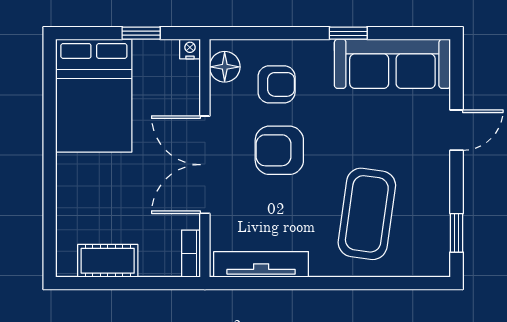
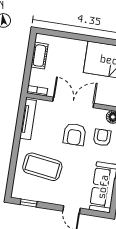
armchair: (277, 84) -> (102, 137), turned 180
armchair: (279, 150) -> (75, 134), turned 180

